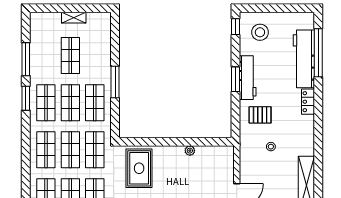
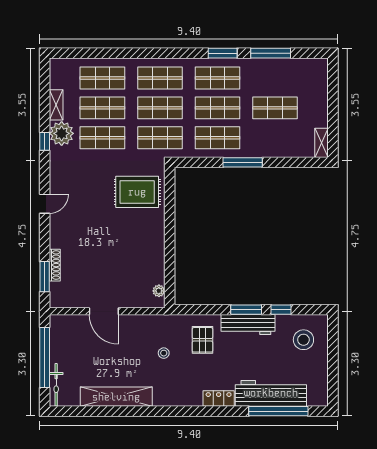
shelving: (74, 18) -> (321, 143), moved
window: (235, 27) -> (281, 310), moved
plant: (190, 151) -> (159, 291), moved

